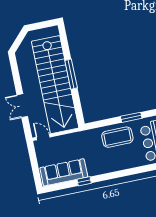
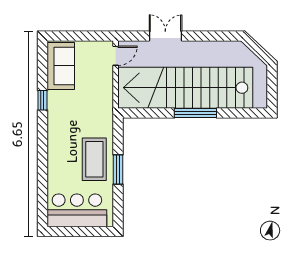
window: (131, 117) -> (118, 170), moved
sofa: (64, 172) -> (61, 66), width x0.73

